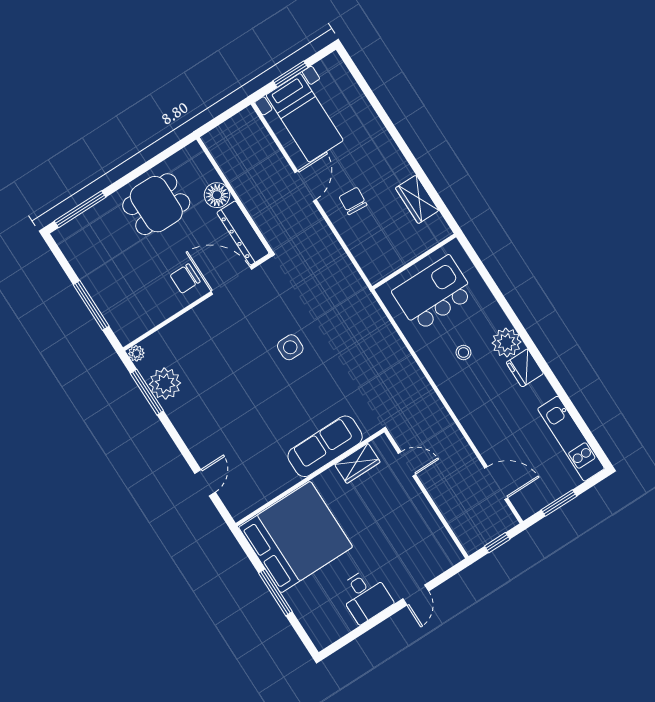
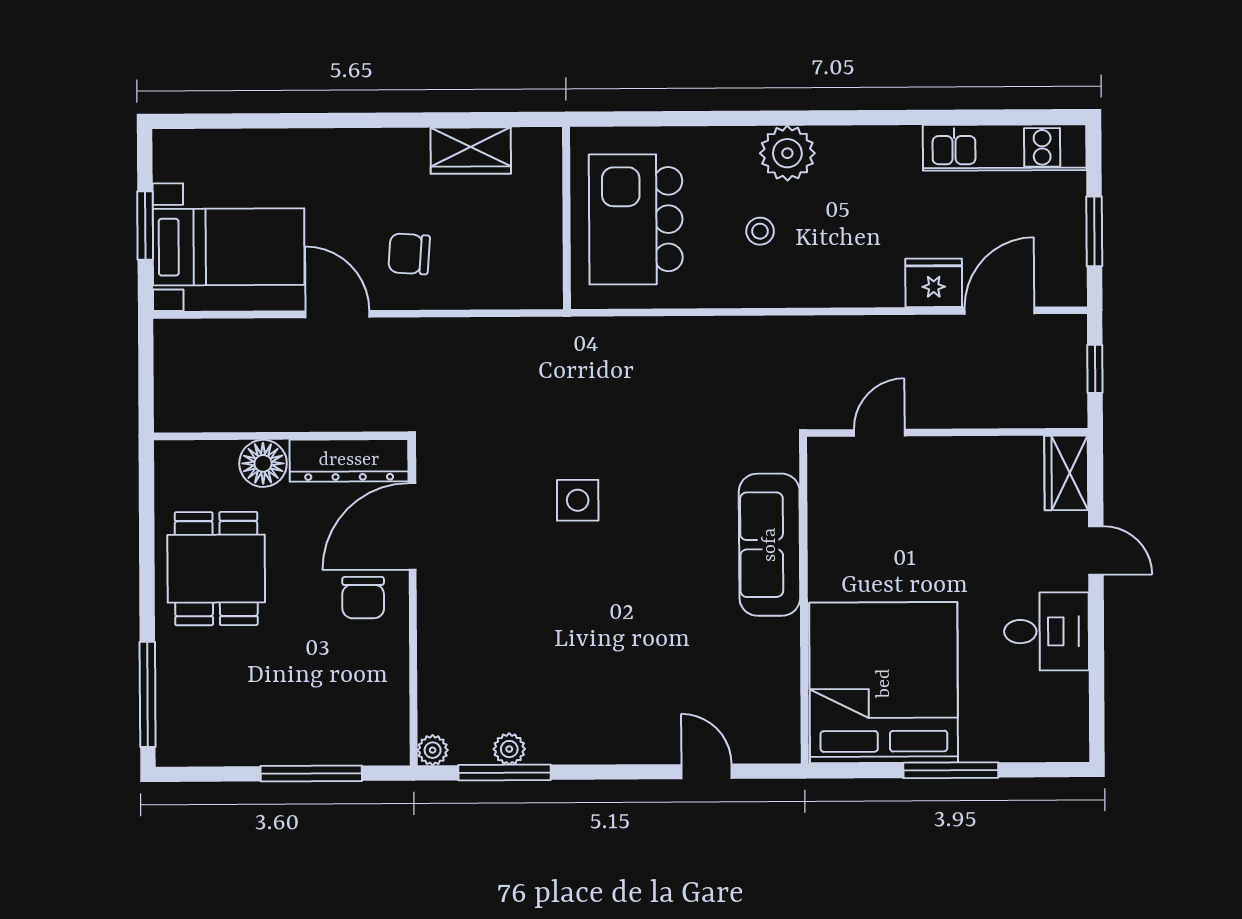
fridge: (525, 368) -> (934, 283), moved, turned 180
plant: (165, 384) -> (509, 749), width x0.53, depth x0.53
wardrobe: (357, 463) -> (1066, 473), moved, turned 180

